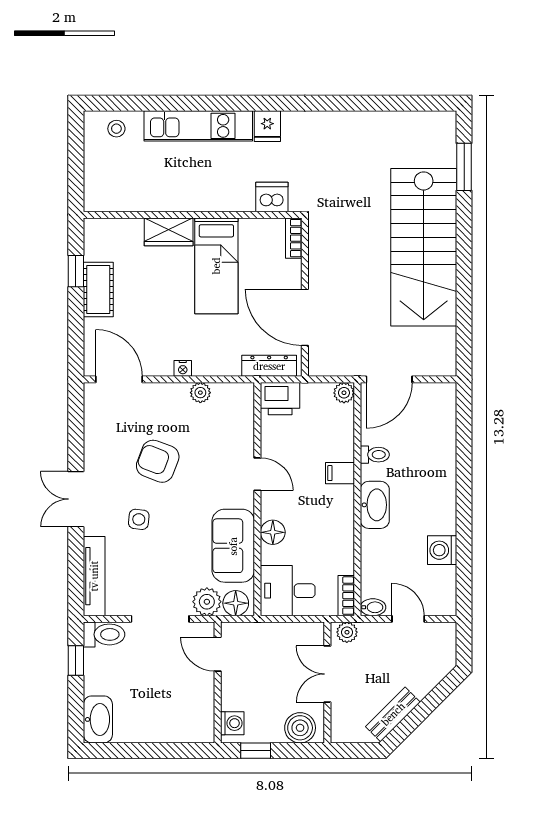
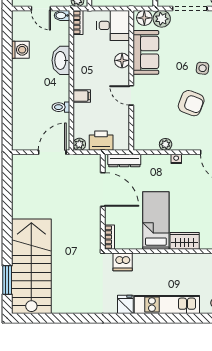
stairs: (424, 247) -> (31, 266), moved
printer: (280, 399) -> (101, 141), moved
washbasin: (375, 505) -> (61, 60), moved

